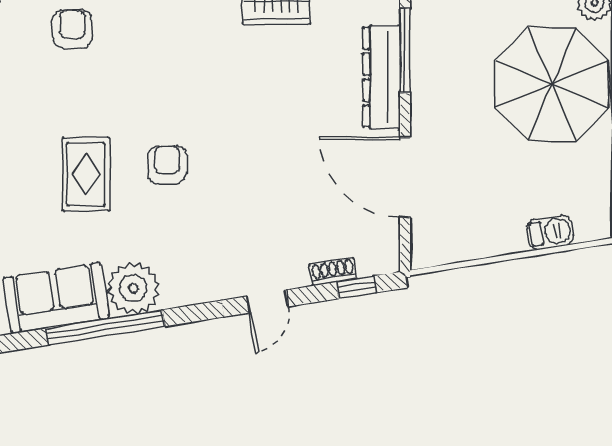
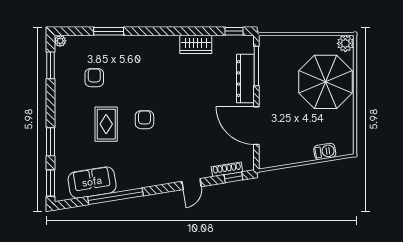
armchair: (72, 29) -> (94, 78), moved
shoe rack: (333, 272) -> (227, 169), width x1.43
plant: (133, 288) -> (128, 178), removed

